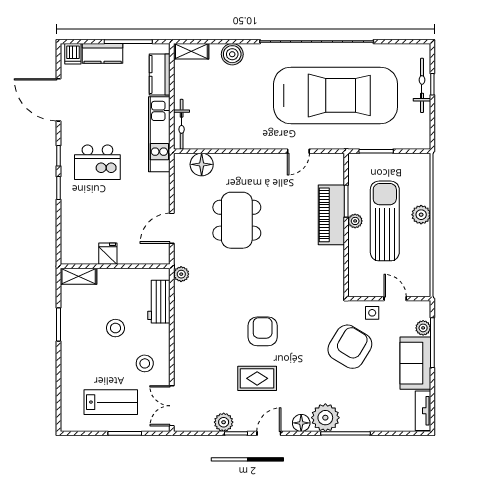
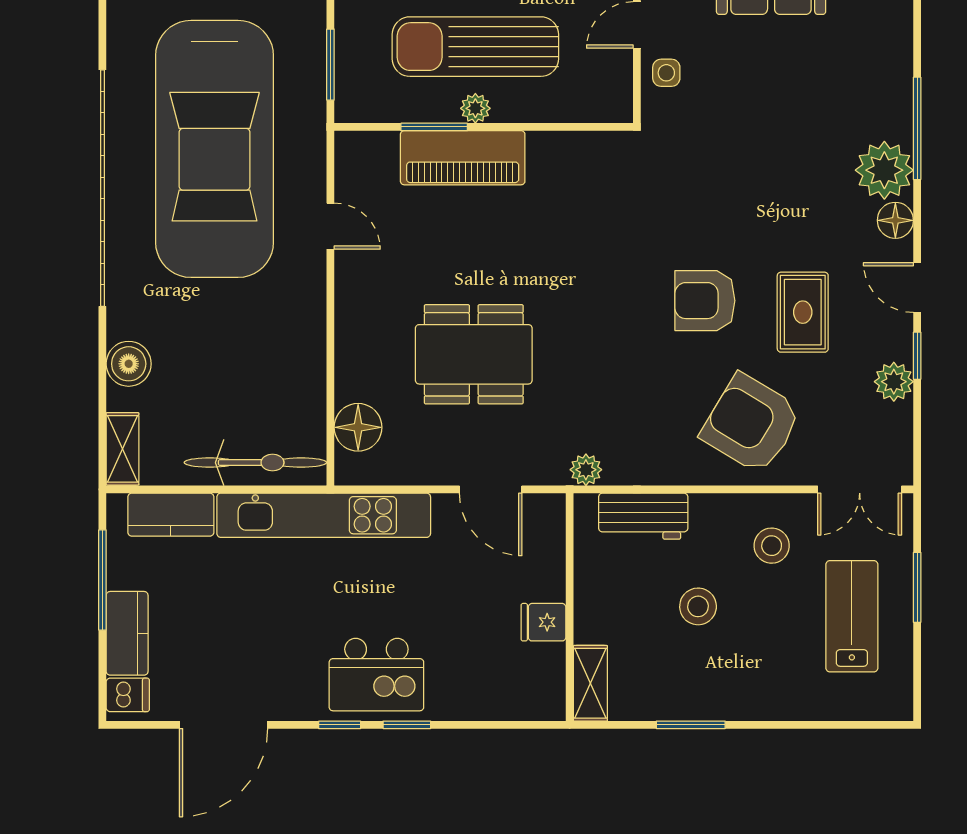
car: (336, 95) -> (215, 149), turned 180
bicycle: (182, 124) -> (255, 463), width x1.37, depth x1.40
kitchen unit: (159, 134) -> (324, 515), width x1.36
kitchen island: (97, 162) -> (376, 675), moved, turned 90
armchair: (350, 347) -> (751, 424), moved

